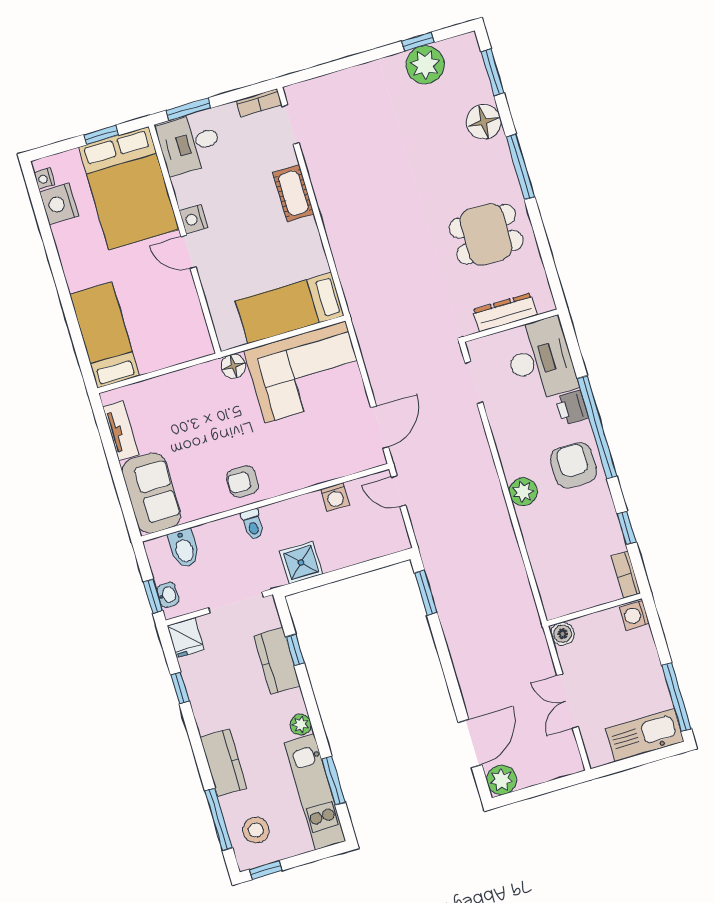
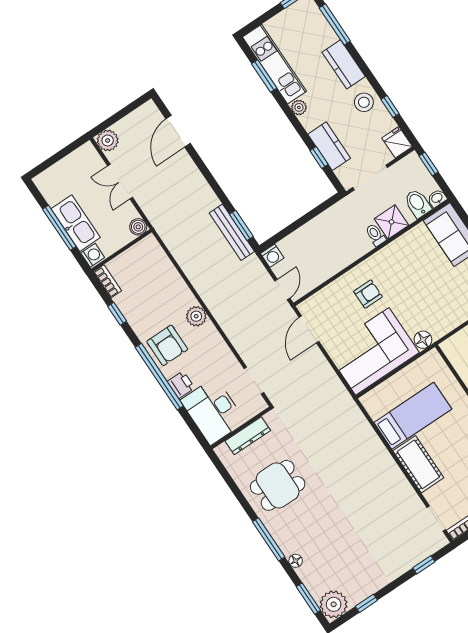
plant: (425, 65) -> (334, 604), moved
window: (326, 69) -> (424, 565), added
floor lamp: (484, 122) -> (296, 561), width x0.53, depth x0.53
cot: (293, 193) -> (418, 464), width x1.37, depth x1.34
bed: (290, 308) -> (413, 416), moved
armchair: (243, 482) -> (368, 294), moved
door: (398, 491) -> (282, 290), hinge flipped
washing machine: (335, 497) -> (272, 256), moved, turned 180
shower: (301, 563) -> (391, 222), moved
bench: (441, 588) -> (232, 232), added
washbasin: (168, 595) -> (437, 198), moved, turned 90
window: (676, 697) -> (59, 228), moved
double door: (568, 701) -> (120, 182), swing flipped
kitchen sink: (645, 735) -> (76, 223), moved, turned -90
plant: (502, 780) -> (108, 140), moved
stool: (256, 830) -> (364, 102), moved

